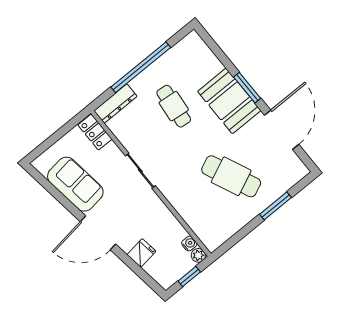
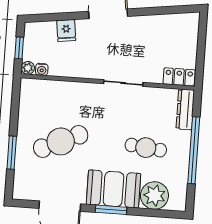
plant: (204, 64) -> (154, 196), added
sofa: (75, 184) -> (156, 30), removed

